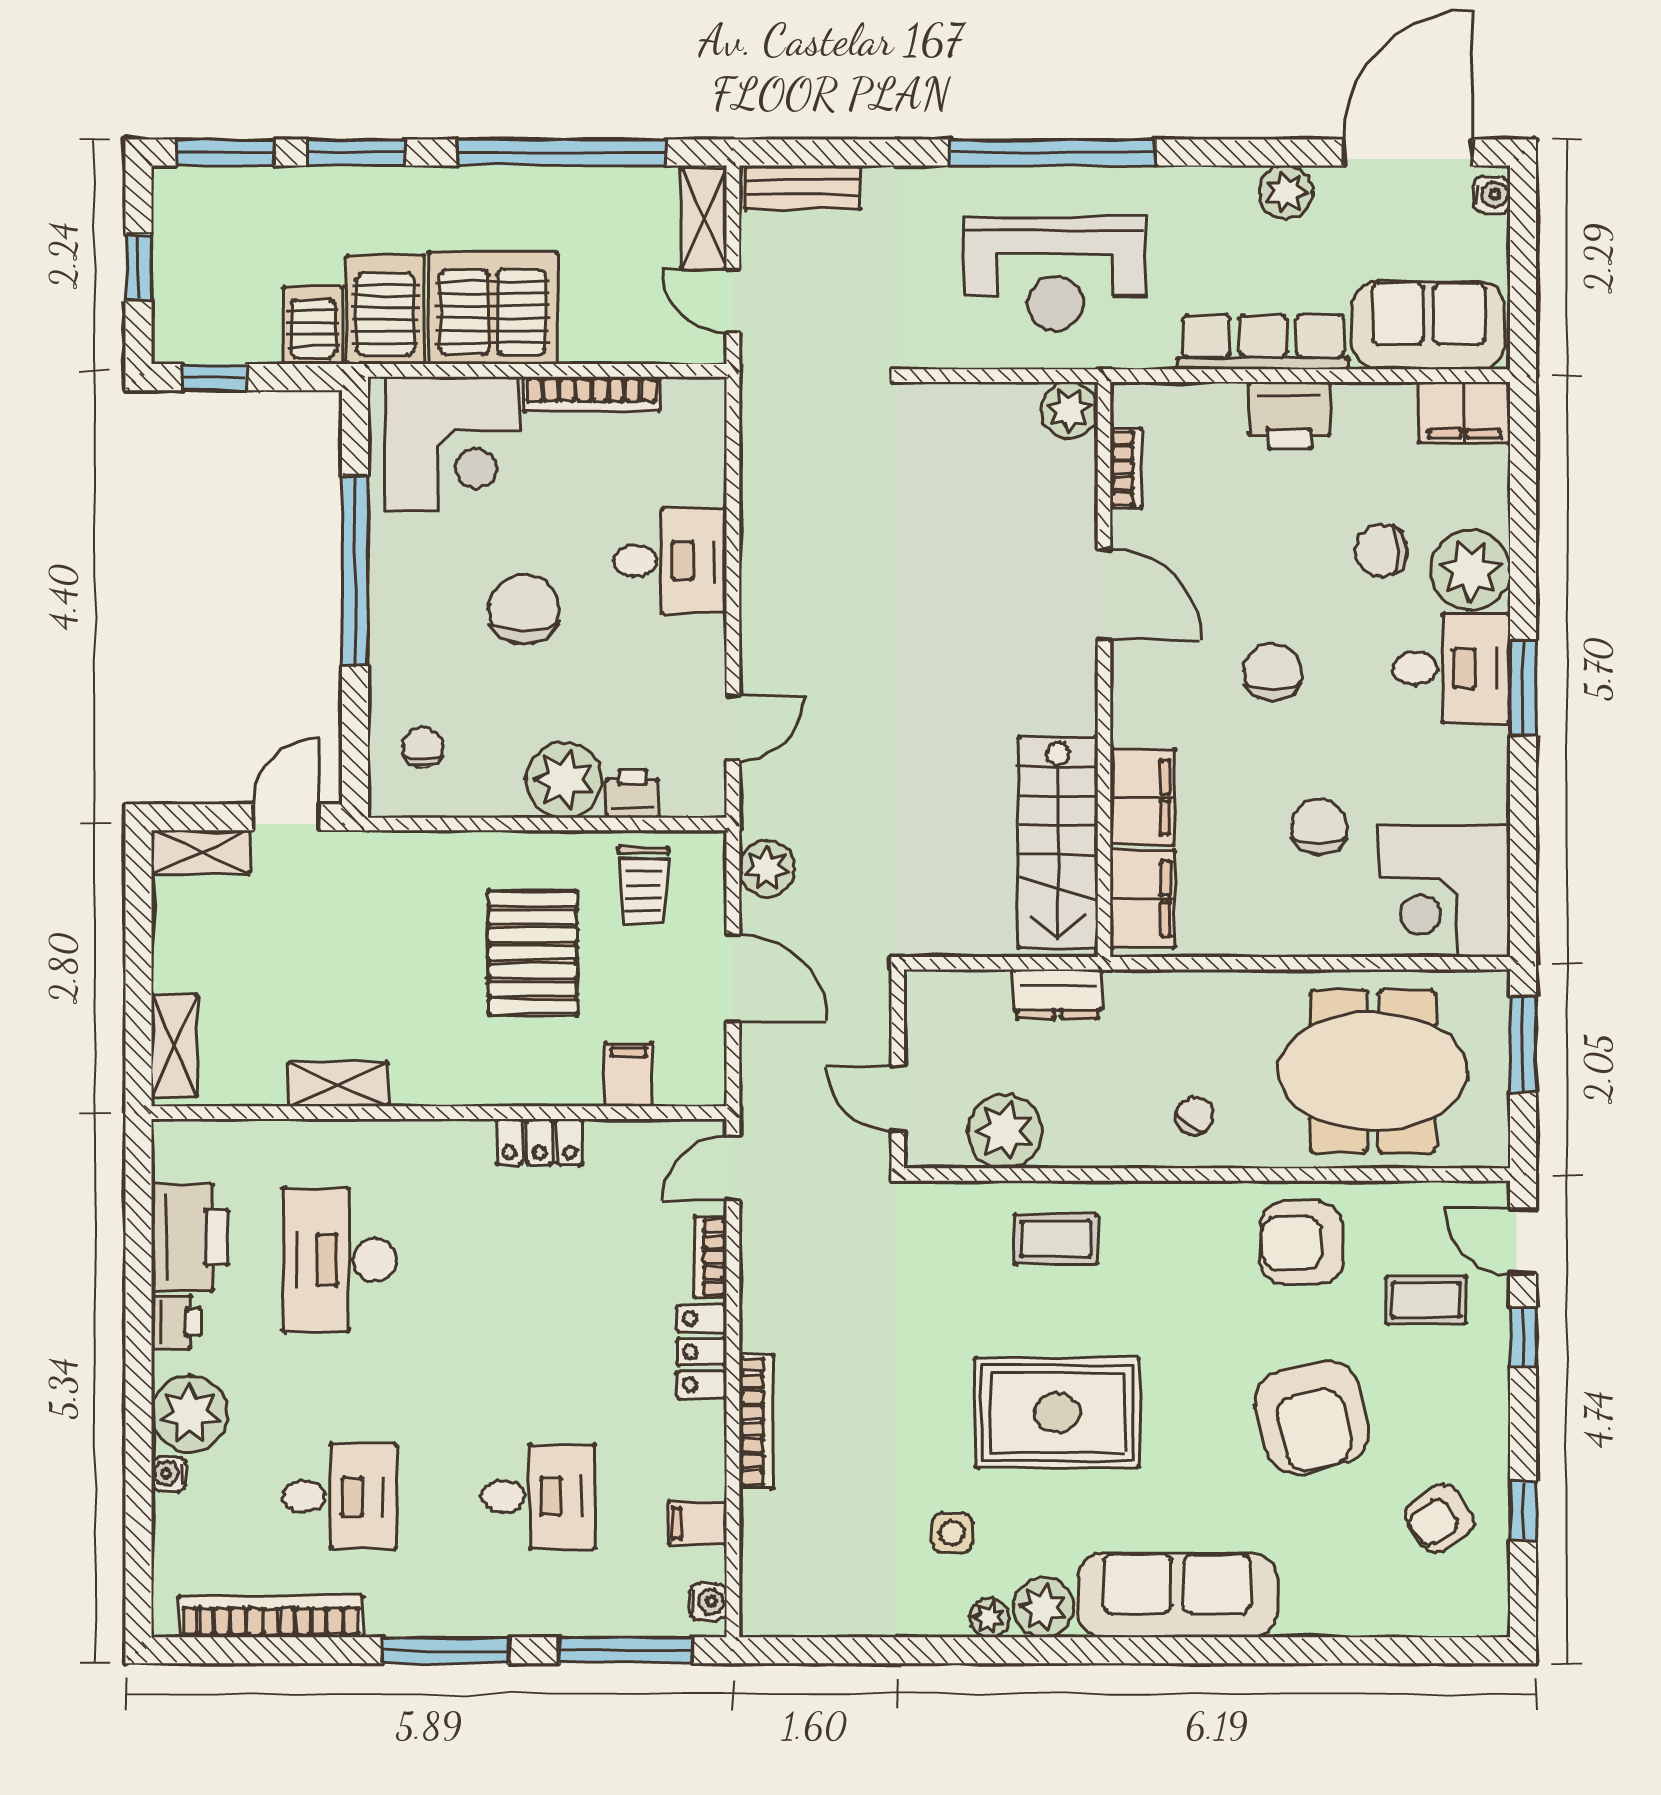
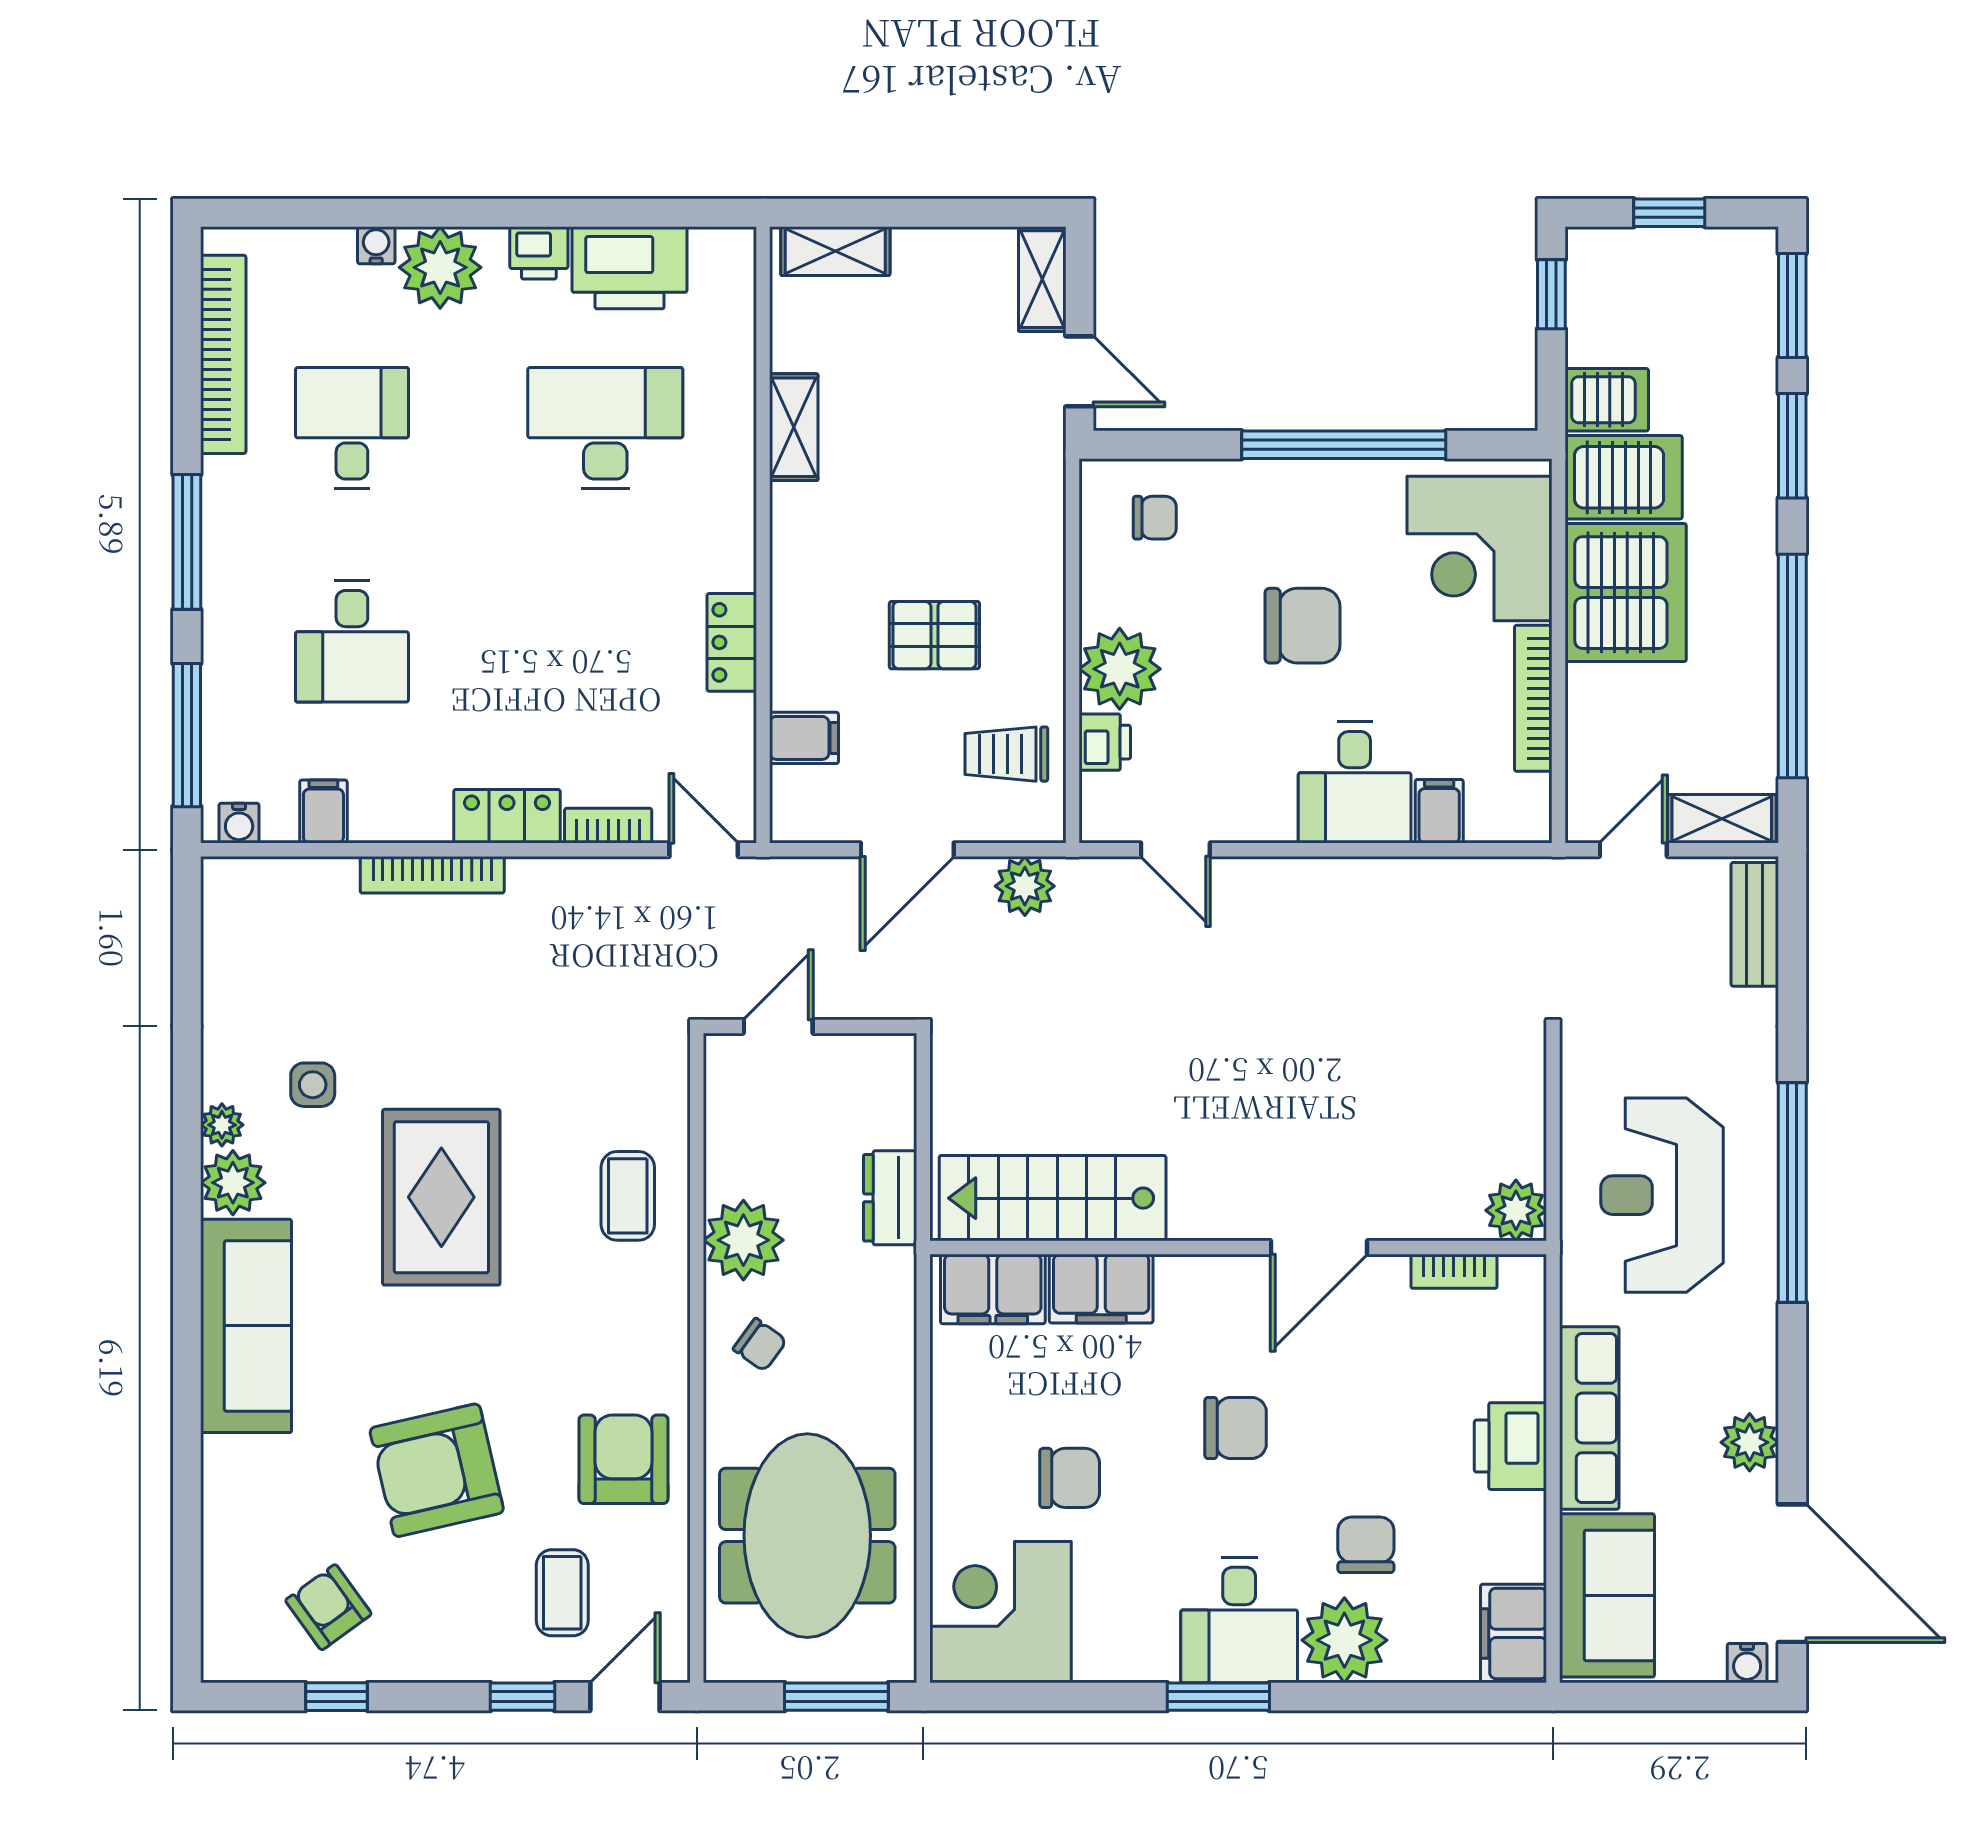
filing cabinet: (697, 482) -> (1439, 811), added
pallet: (533, 953) -> (934, 635), width x0.67, depth x0.71
plant: (1005, 1131) -> (743, 1240), moved
desk: (340, 1496) -> (352, 428), turned 180

